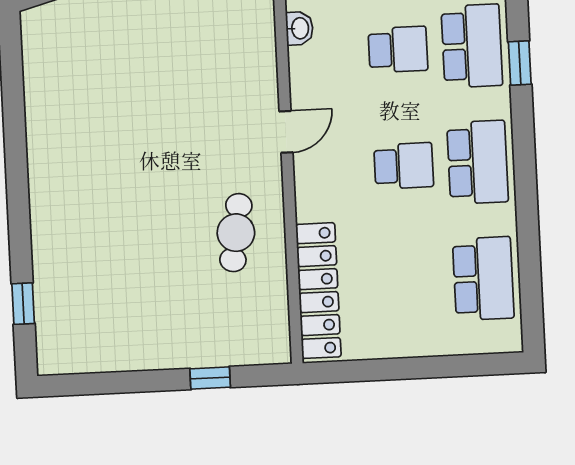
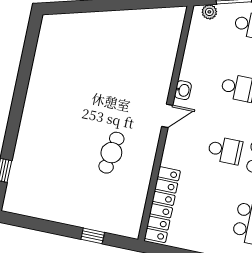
washbasin: (299, 28) -> (183, 90), moved
cafe table: (236, 233) -> (111, 153), moved

